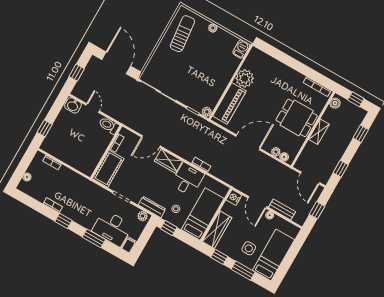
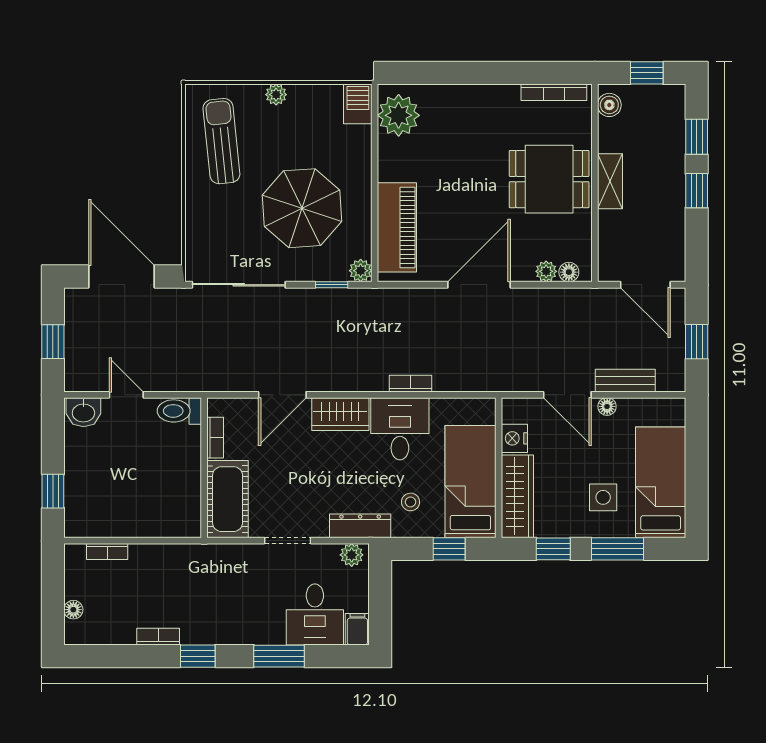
parasol: (198, 76) -> (302, 208), added
plant: (245, 78) -> (399, 115), moved
window: (341, 169) -> (697, 191), moved
nightstand: (234, 197) -> (514, 438), moved
desk: (112, 228) -> (315, 614), width x0.73
window: (169, 228) -> (449, 549), moved

